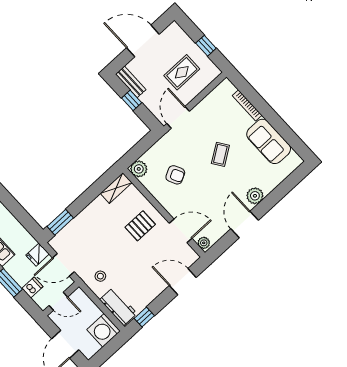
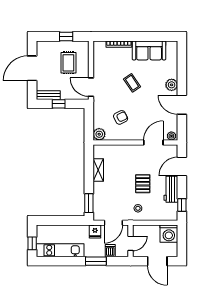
shelving: (116, 188) -> (98, 170), moved
pallet: (140, 226) -> (143, 184), moved
workbench: (118, 306) -> (171, 189), moved, turned -90

